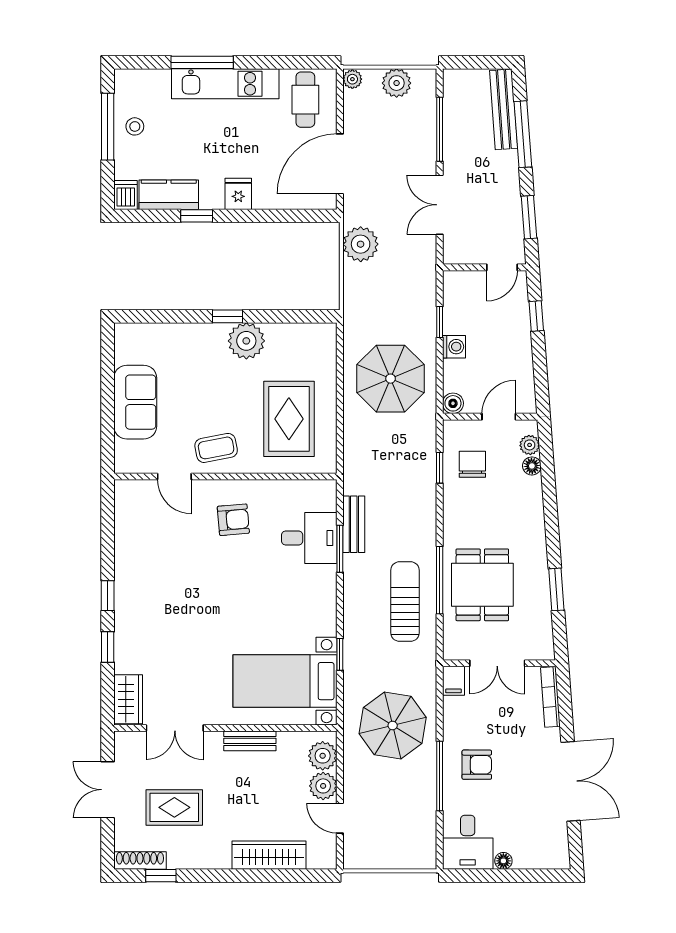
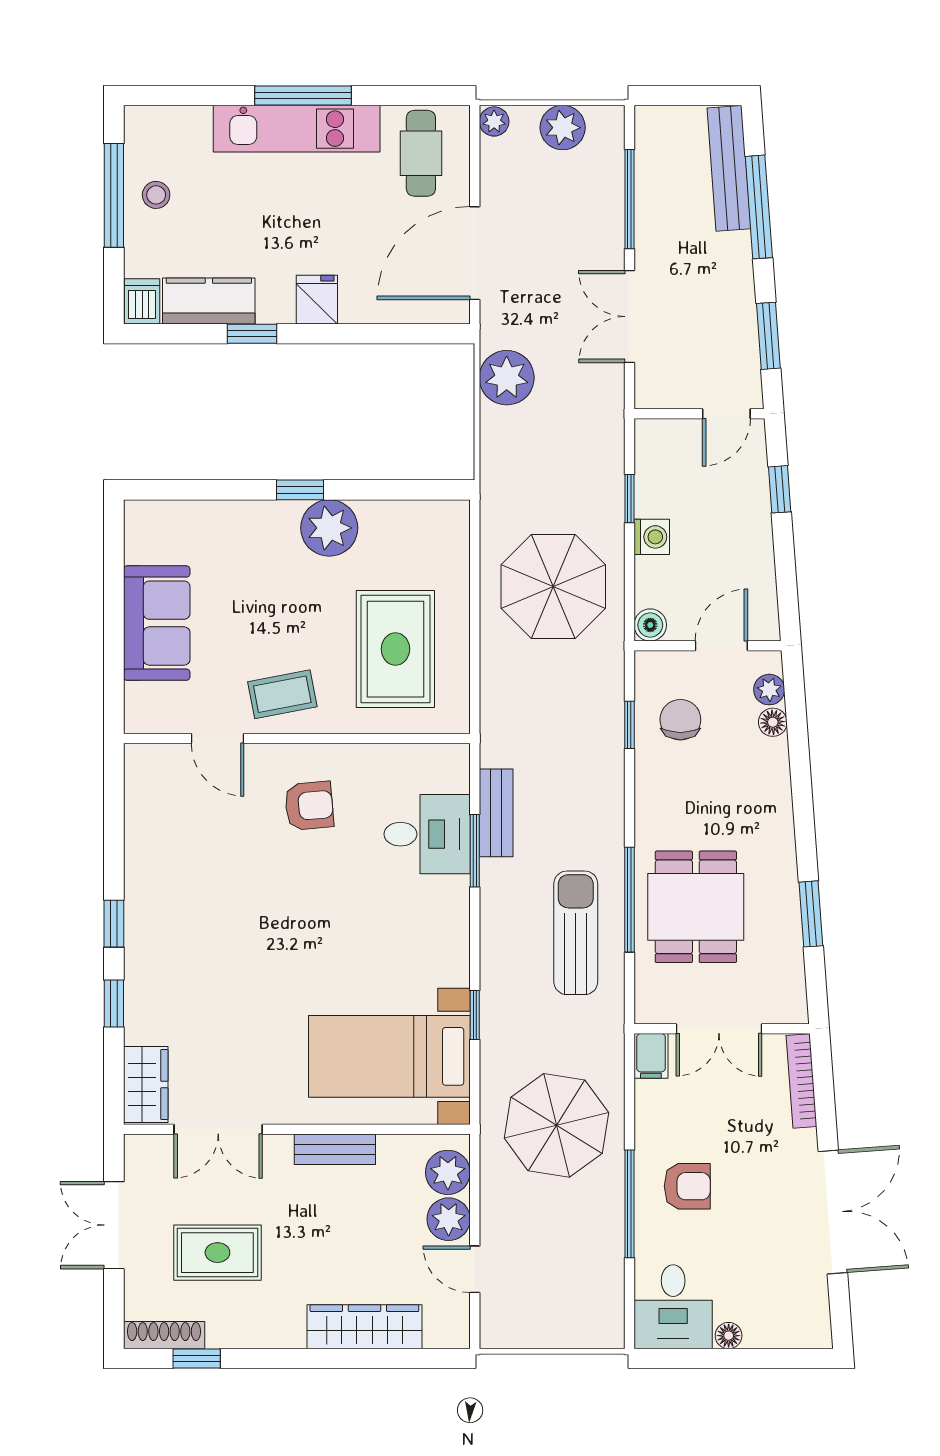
window: (202, 62) -> (303, 95), moved

